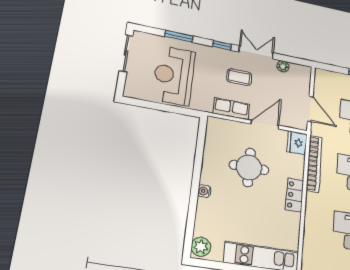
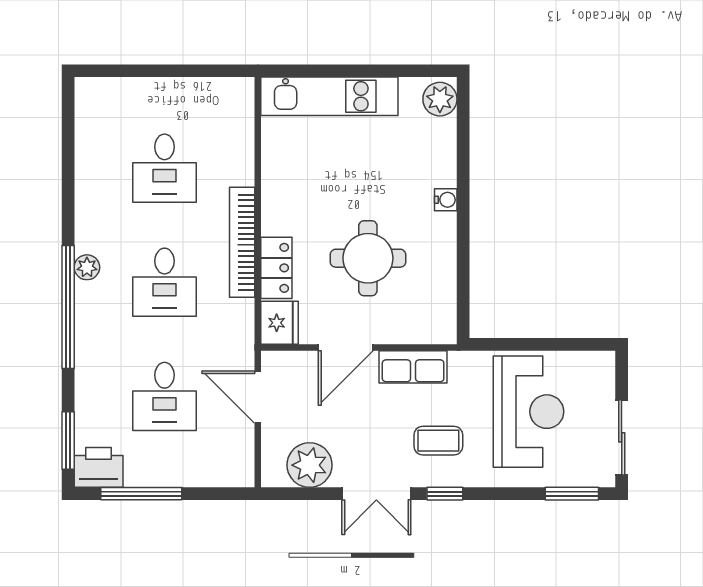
window: (179, 36) -> (572, 494), moved
plant: (283, 66) -> (310, 465), width x1.87, depth x1.87
coffee table: (239, 77) -> (438, 441), moved
bookcase: (314, 164) -> (242, 242), moved
locker: (295, 195) -> (276, 268), moved

